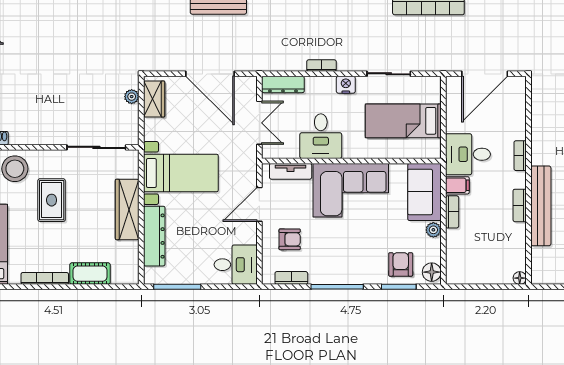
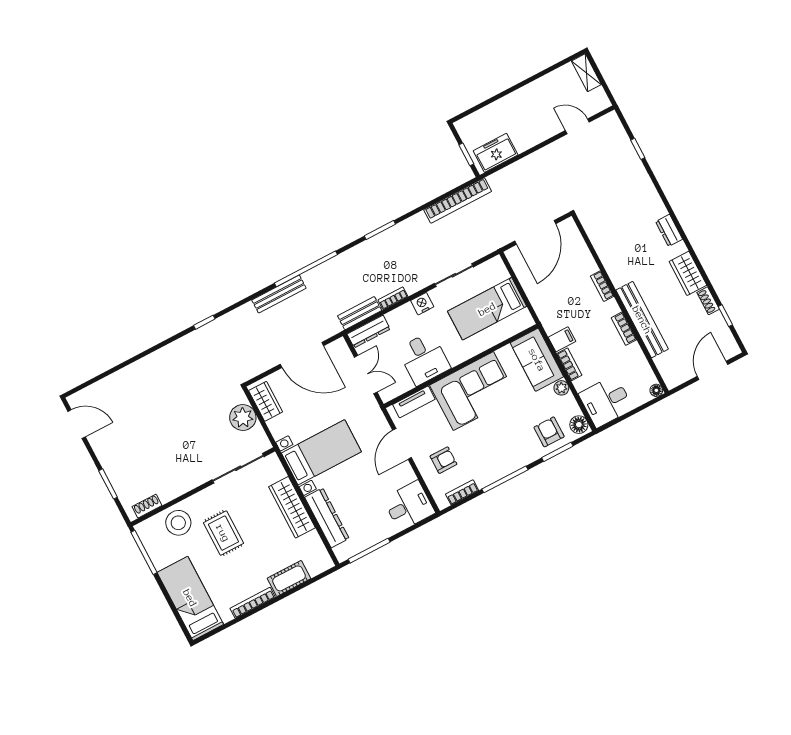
bench: (284, 63) -> (360, 313), added
plant: (132, 97) -> (243, 418), width x1.88, depth x1.88
desk: (468, 154) -> (606, 401), moved

